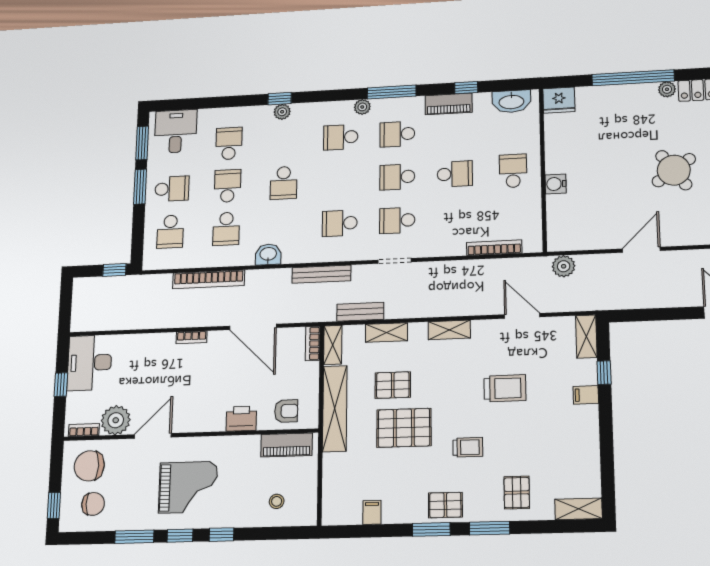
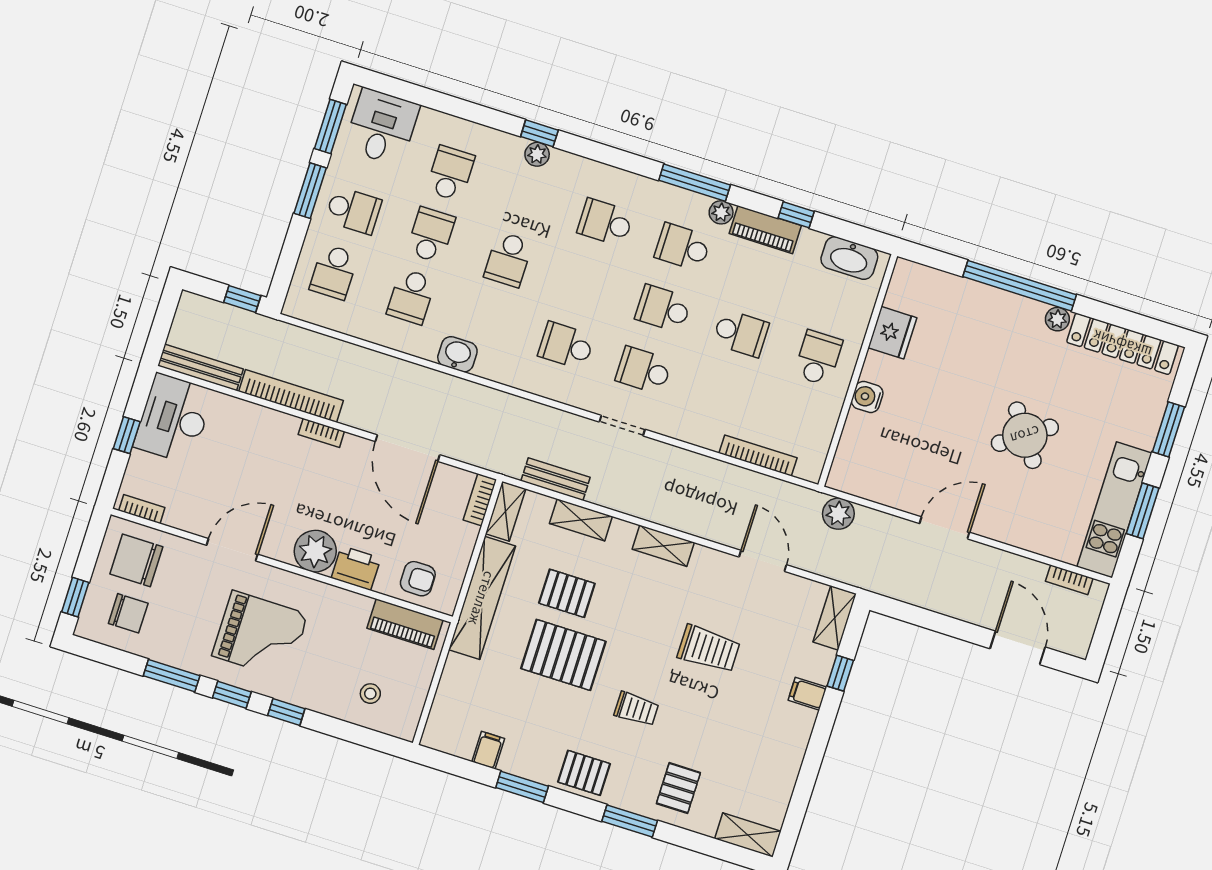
fridge: (559, 100) -> (892, 333), moved, turned -90
plant: (362, 107) -> (721, 212), moved
bench: (321, 274) -> (201, 367), moved
bookcase: (209, 279) -> (291, 396), moved, turned 180
plant: (116, 420) -> (315, 551), moved
window: (431, 529) -> (522, 787), moved

